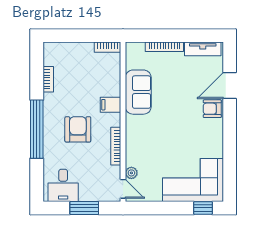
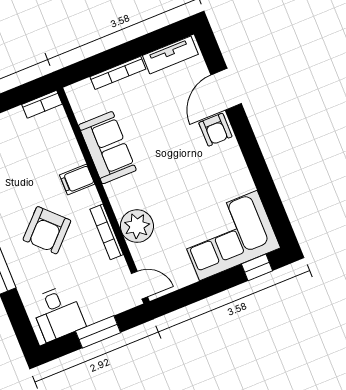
armchair: (212, 109) -> (215, 130), turned -90
armchair: (78, 129) -> (47, 230), turned -135
plant: (131, 173) -> (137, 226), moved, width x1.88, depth x1.88

